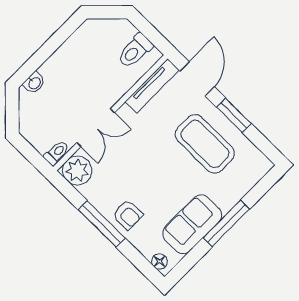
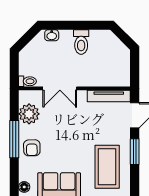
toilet: (135, 51) -> (81, 42), moved, turned -90
coffee table: (205, 144) -> (107, 167), moved
plant: (77, 171) -> (29, 114), moved

